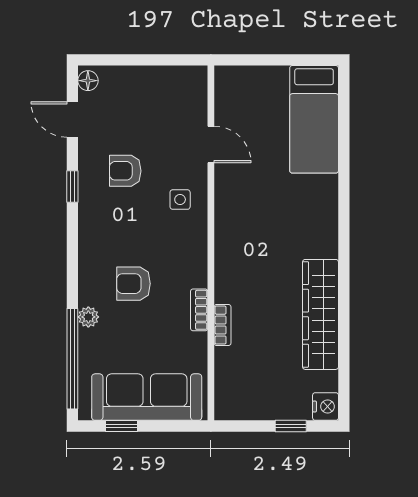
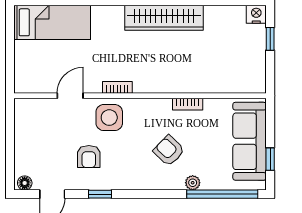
side table: (180, 200) -> (109, 118), width x1.87, depth x1.87
armchair: (133, 284) -> (169, 151), turned 134
wardrobe: (320, 314) -> (164, 18), moved
bookcase: (223, 325) -> (117, 87), moved

